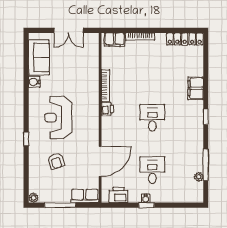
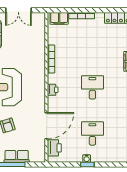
printer: (107, 109) -> (53, 90), moved
printer: (118, 195) -> (54, 148), moved, turned 90
row of seats: (85, 196) -> (17, 156), moved

